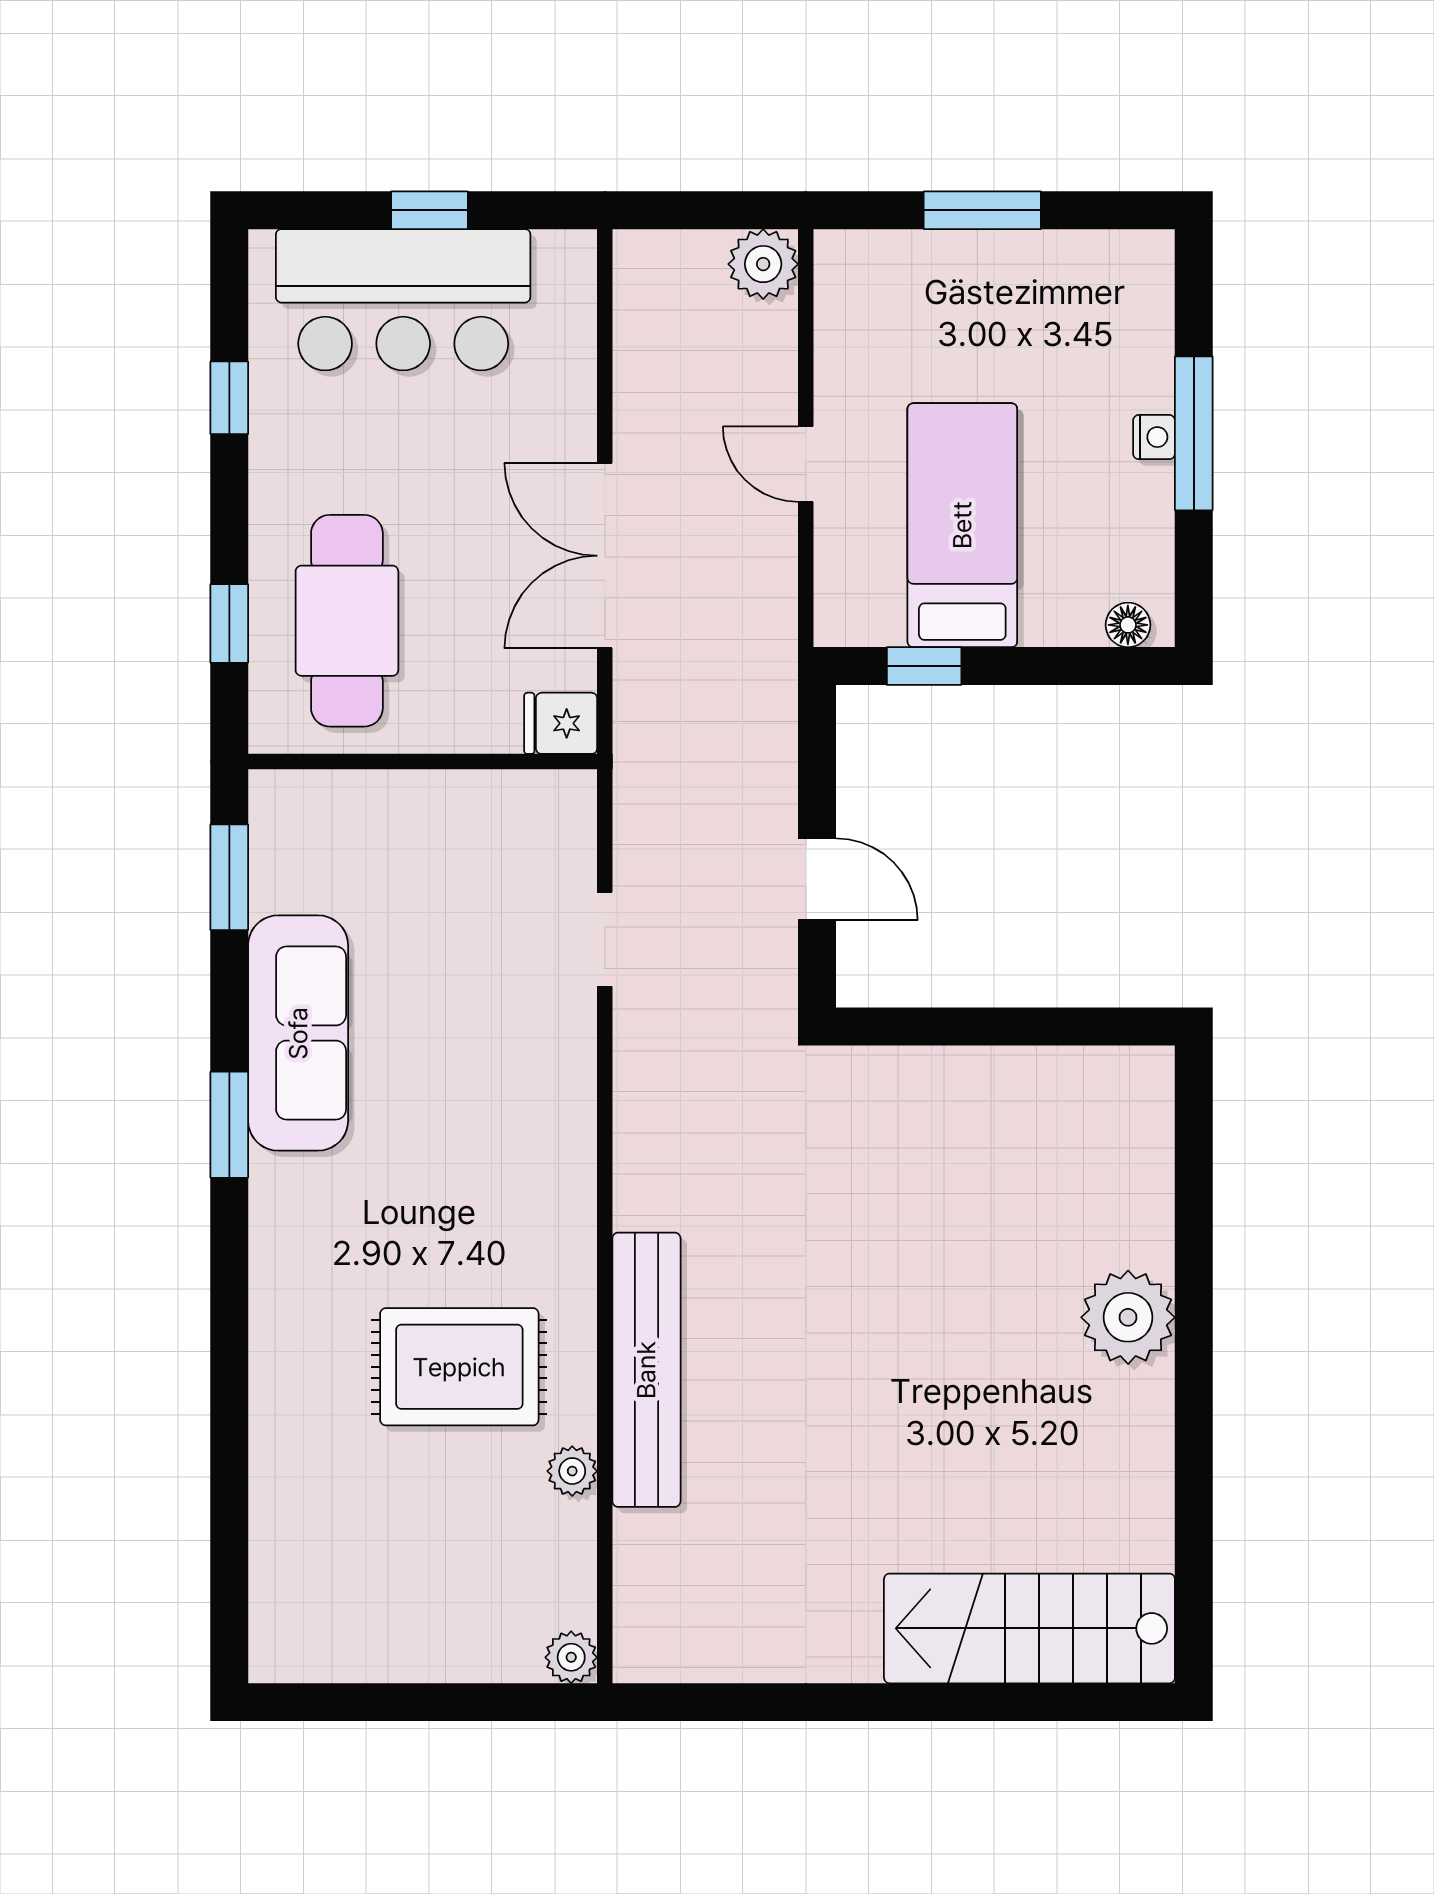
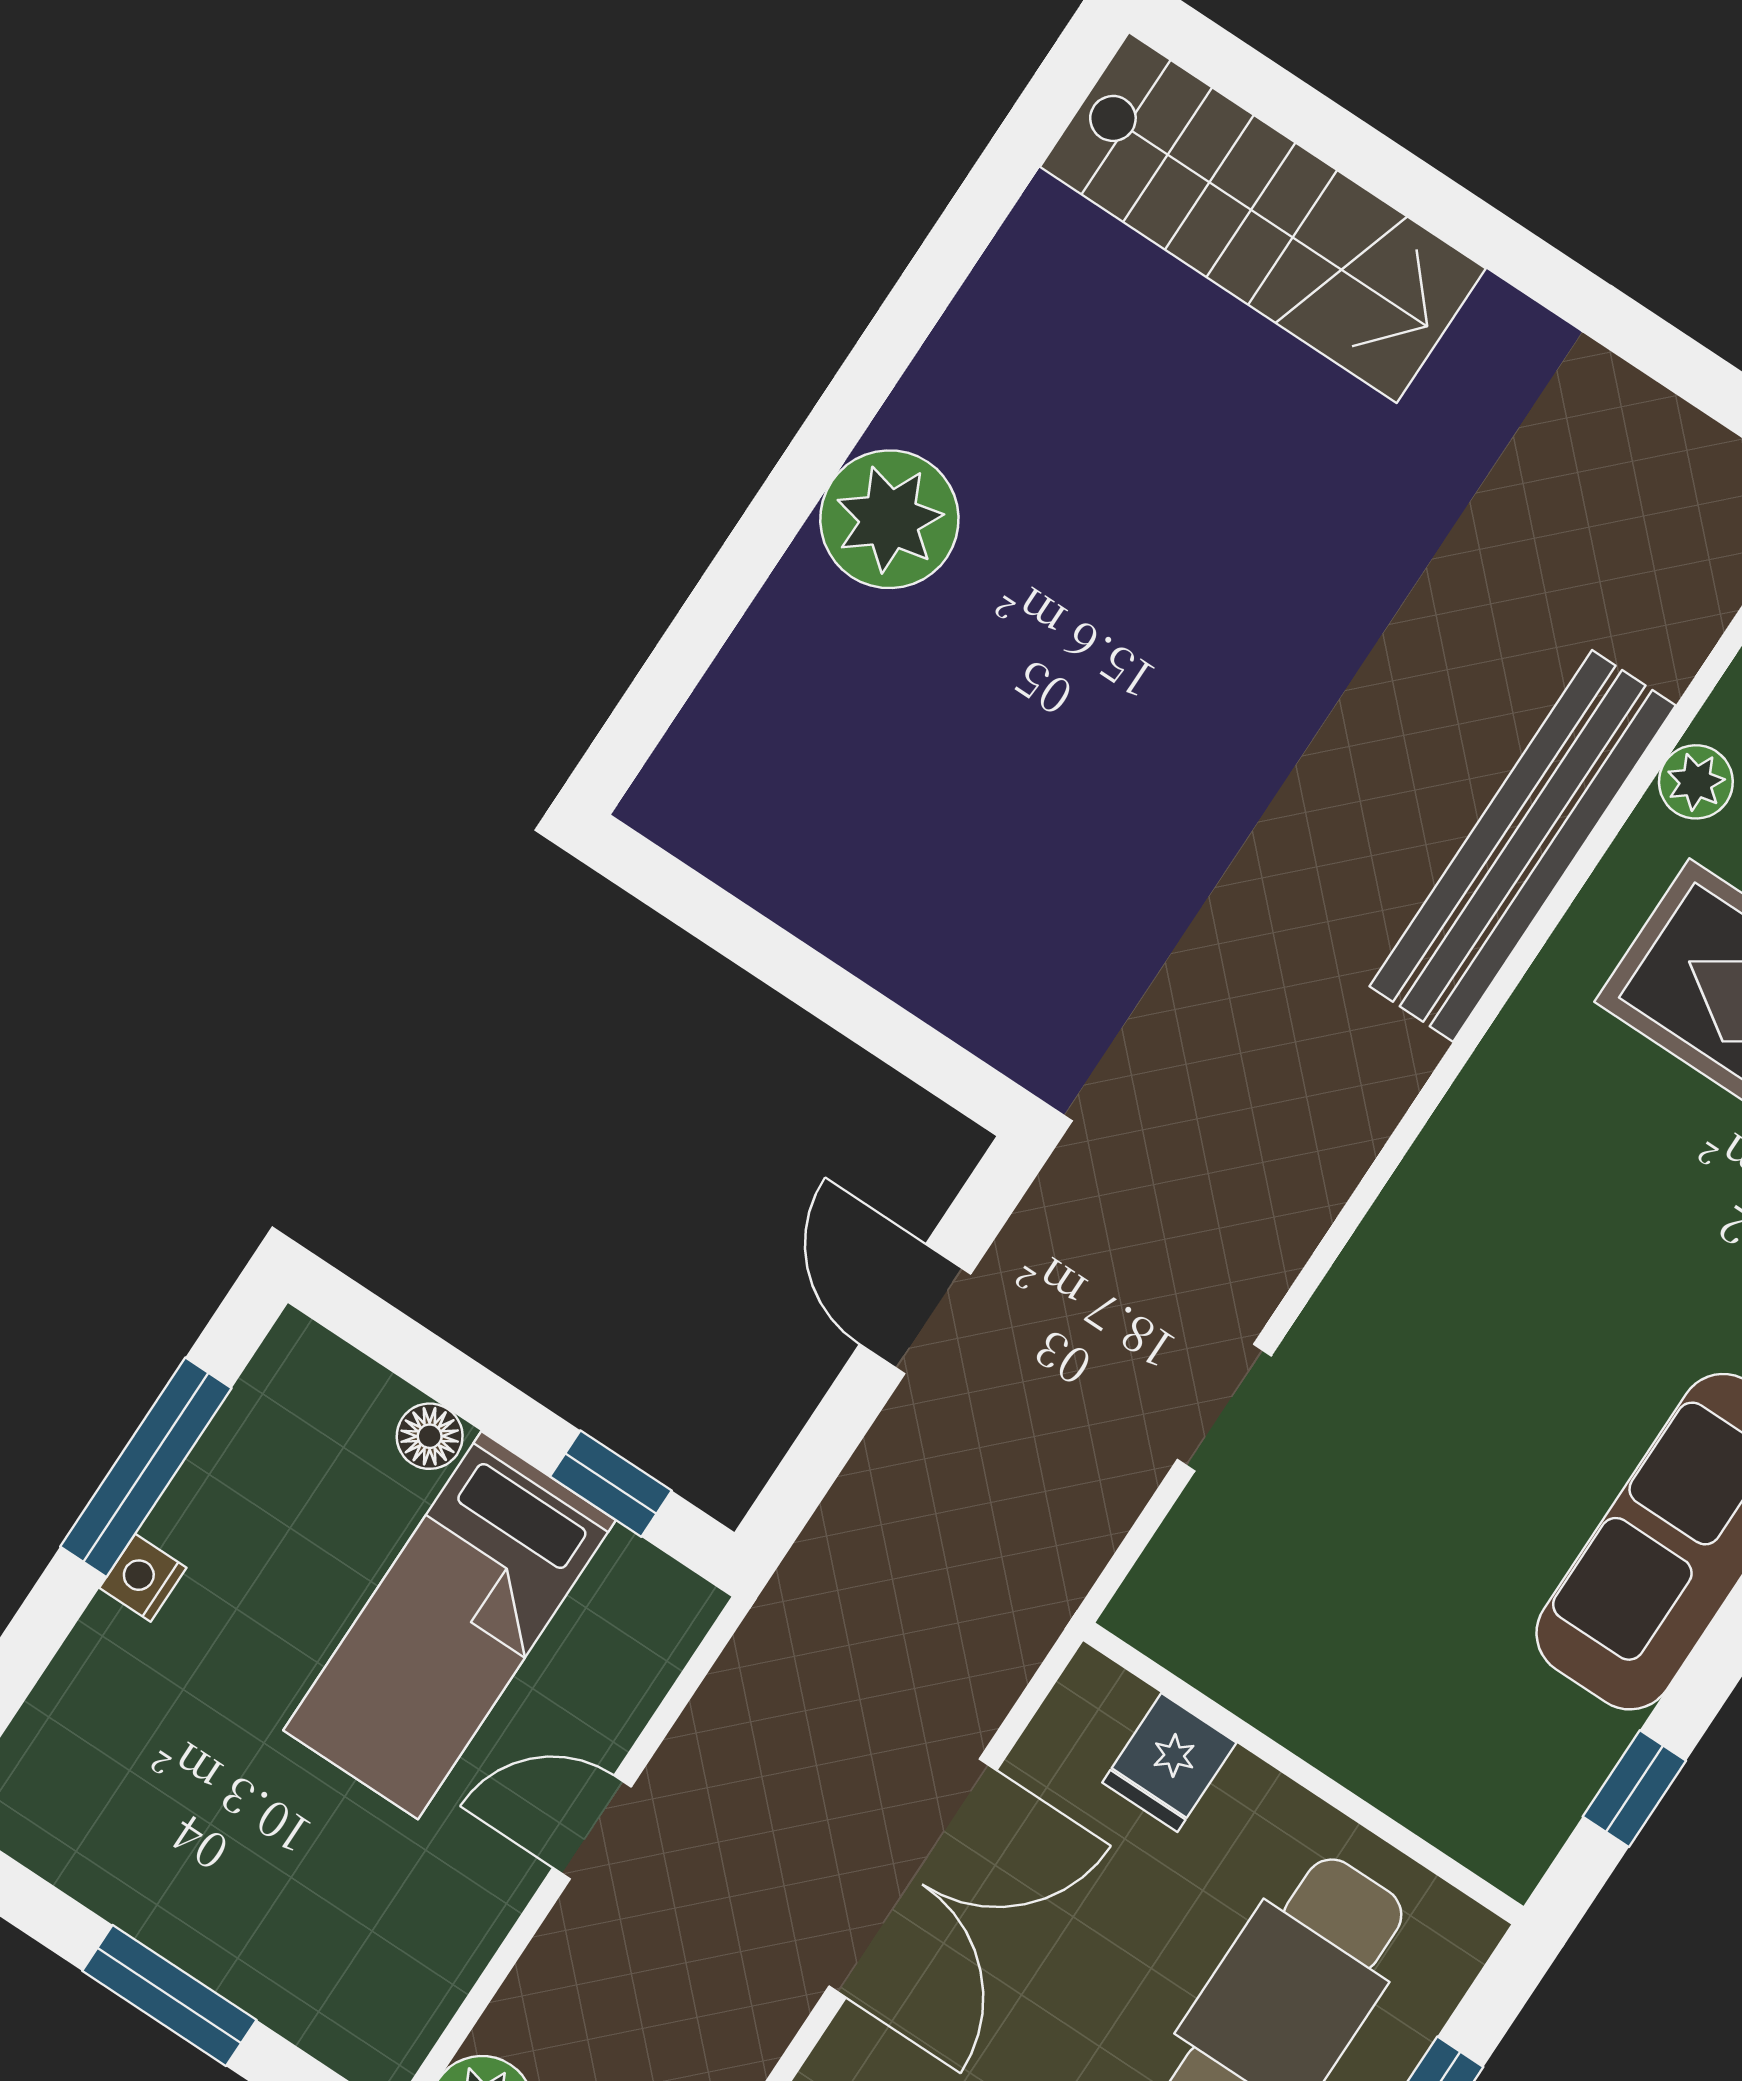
window: (1194, 433) -> (146, 1467), moved
door: (806, 464) -> (592, 1827), swing flipped
floor lamp: (1128, 625) -> (430, 1436), moved
fridge: (561, 723) -> (1169, 1763), moved, turned 90
window: (229, 877) -> (1634, 1789), width x0.67

